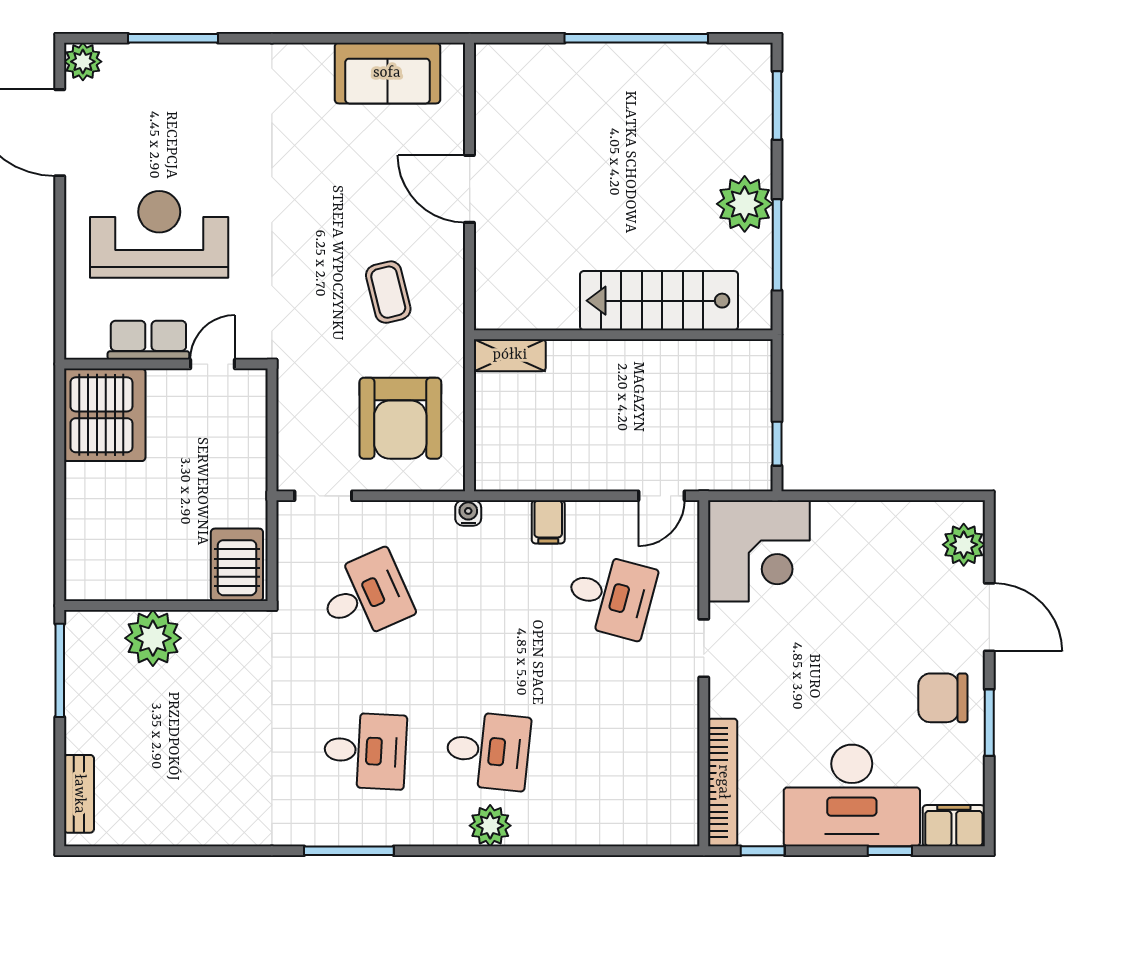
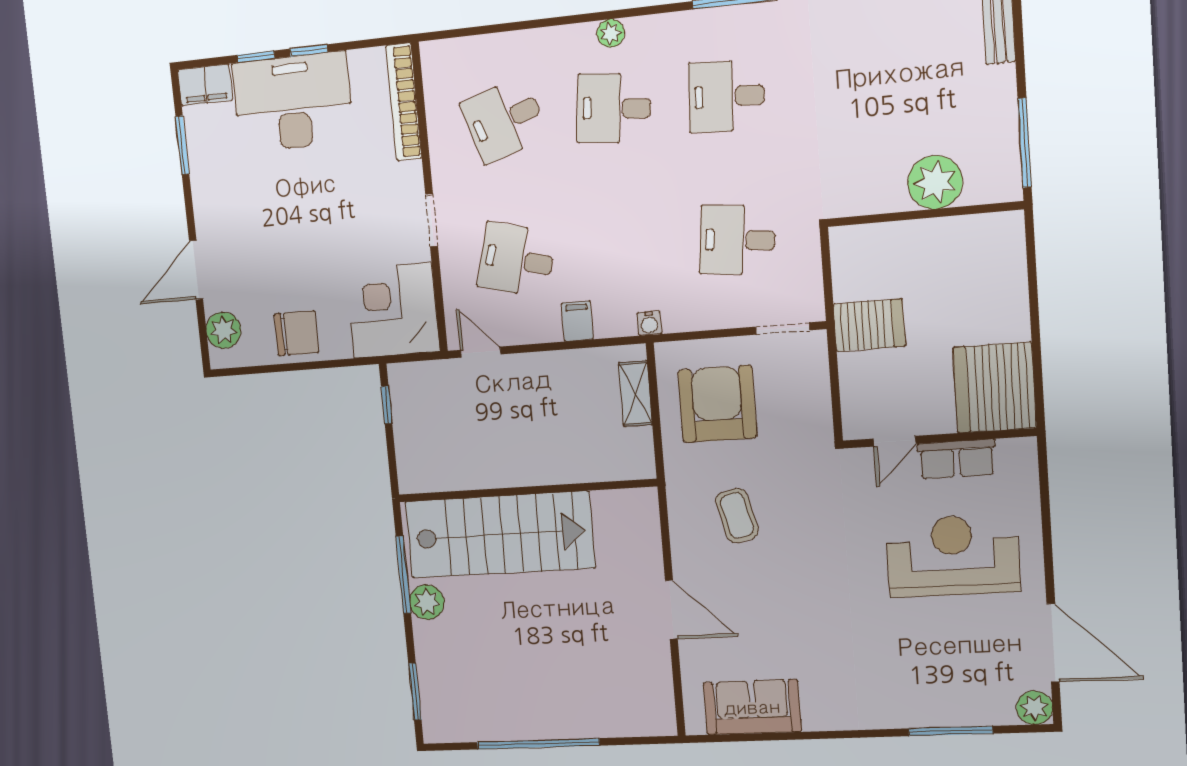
plant: (745, 204) -> (427, 602), width x0.73, depth x0.73
reception desk: (159, 234) -> (953, 556), turned 180
stairs: (659, 301) -> (499, 535), width x1.36, depth x1.51
shelving: (510, 355) -> (635, 394), moved, turned 90
door: (661, 496) -> (481, 352), hinge flipped
server rack: (237, 565) -> (869, 325), moved, turned -90
desk: (365, 596) -> (737, 240), turned 30
door: (989, 617) -> (196, 270), hinge flipped
chair: (943, 698) -> (296, 333), moved
window: (989, 723) -> (182, 145), moved
desk: (611, 751) -> (504, 120), added
plant: (490, 826) -> (611, 33), width x0.73, depth x0.73
window: (763, 851) -> (309, 50), moved

